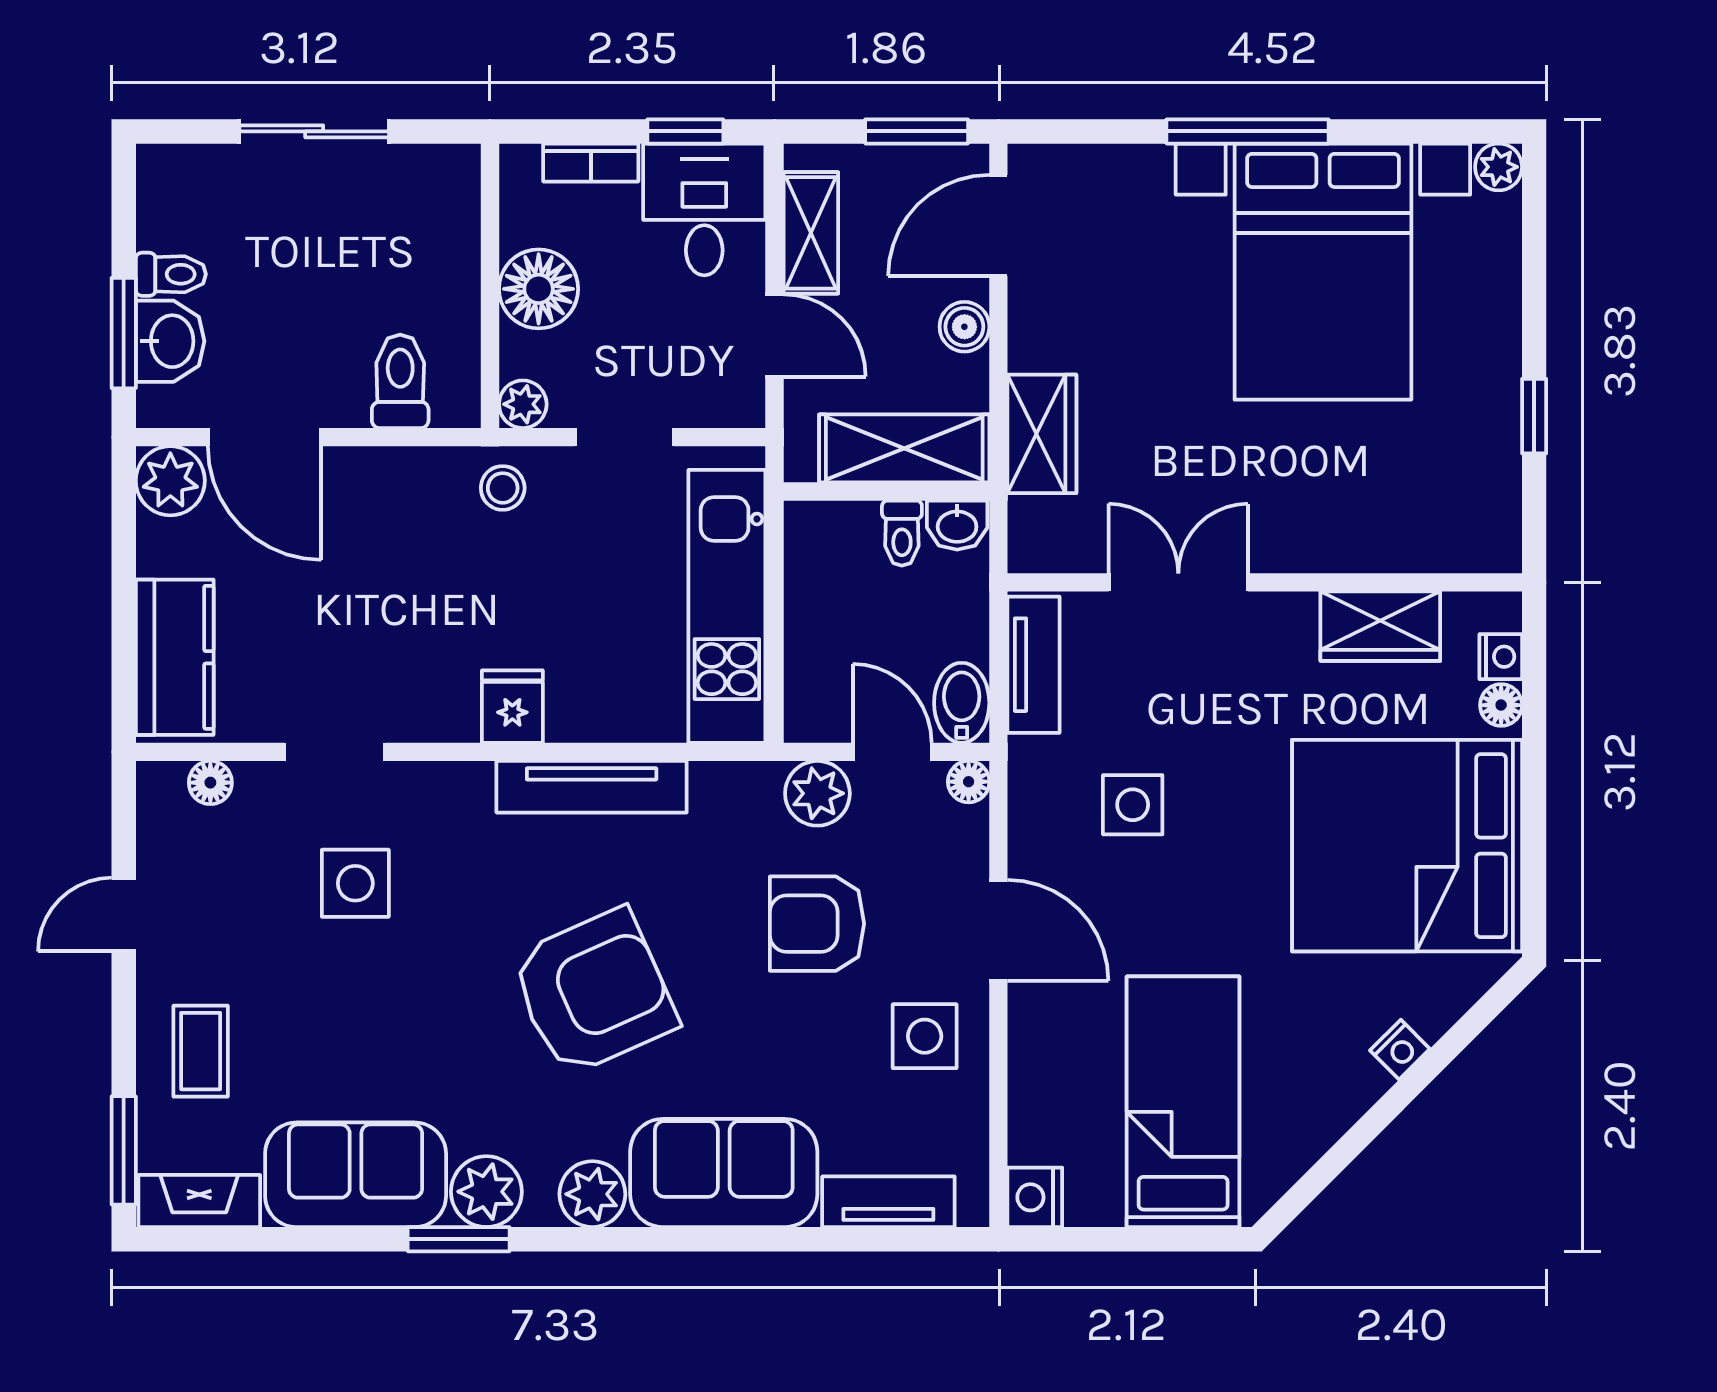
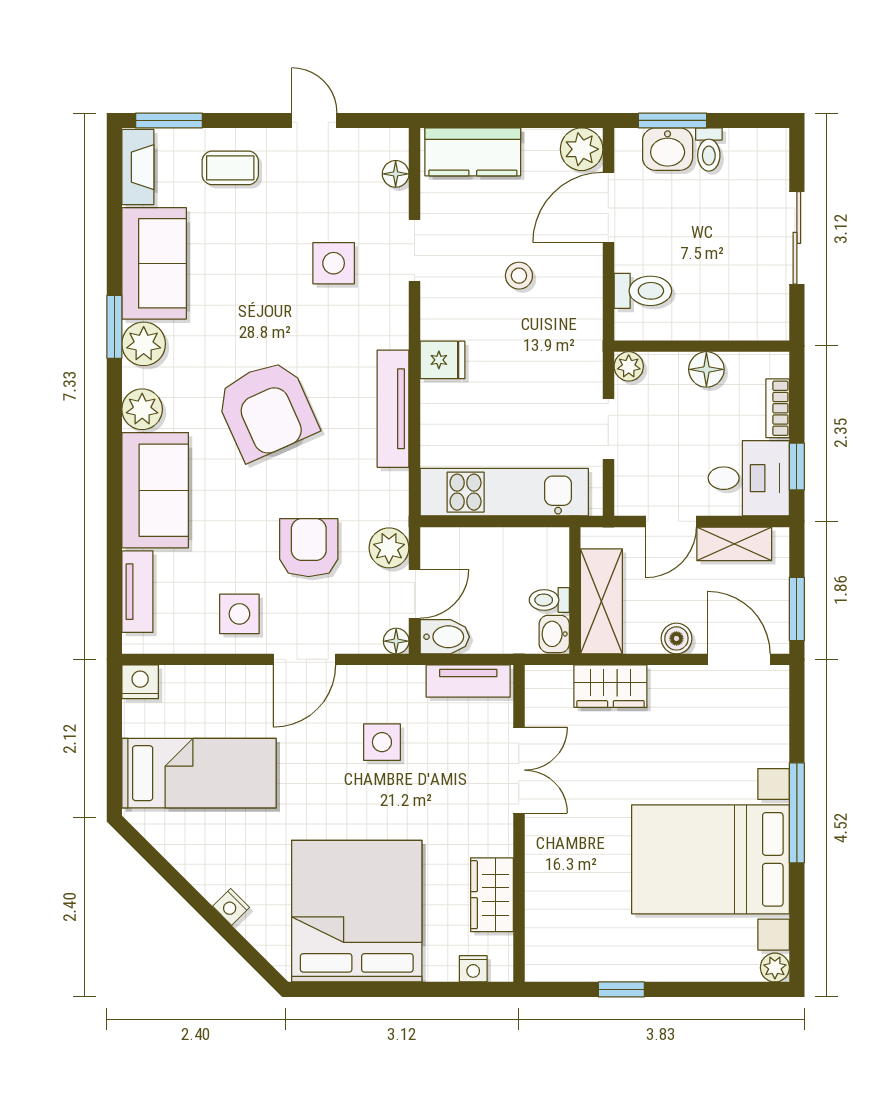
floor lamp: (539, 289) -> (706, 369), width x0.73, depth x0.73
stool: (503, 488) -> (519, 276), moved
floor lamp: (1501, 705) -> (443, 969), removed

